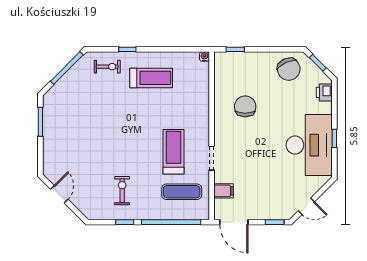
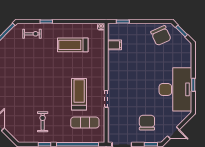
treadmill: (151, 78) -> (73, 45), moved, turned 180
printer: (324, 92) -> (186, 52), removed
chair: (245, 106) -> (147, 123), moved
filing cabinet: (223, 191) -> (115, 45), moved

